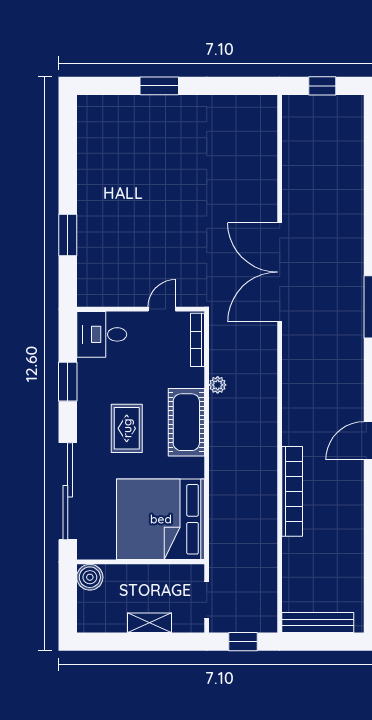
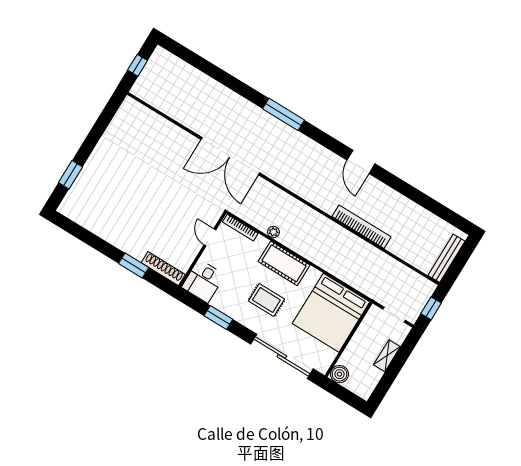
window: (159, 86) -> (70, 175), moved
shoe rack: (87, 275) -> (163, 269), added

